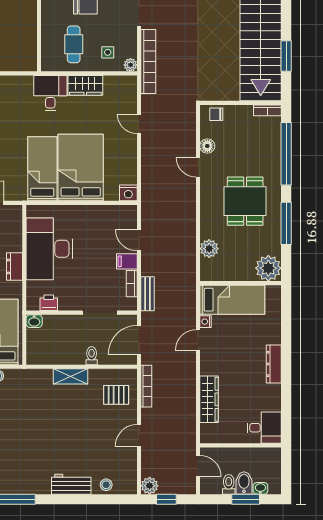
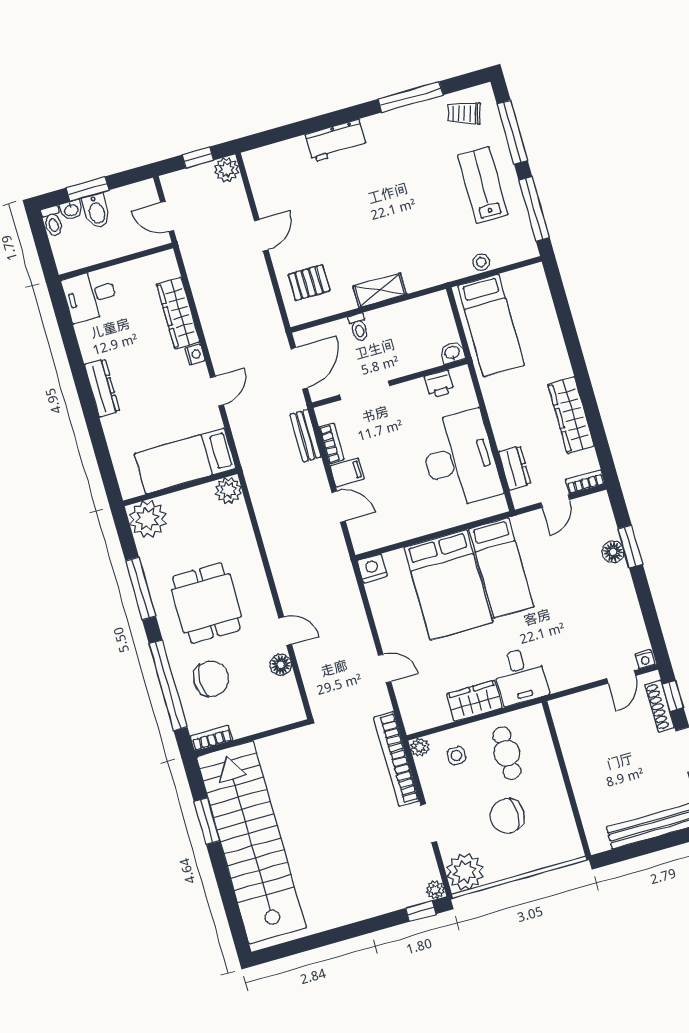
chair: (216, 114) -> (211, 679), moved, width x1.87, depth x1.87
plant: (209, 249) -> (228, 490), moved
dresser: (14, 266) -> (515, 468), moved
nightstand: (206, 322) -> (195, 354), moved
bookcase: (146, 386) -> (271, 307), removed
toilet: (229, 484) -> (52, 221), moved
stool: (106, 485) -> (287, 154), removed

